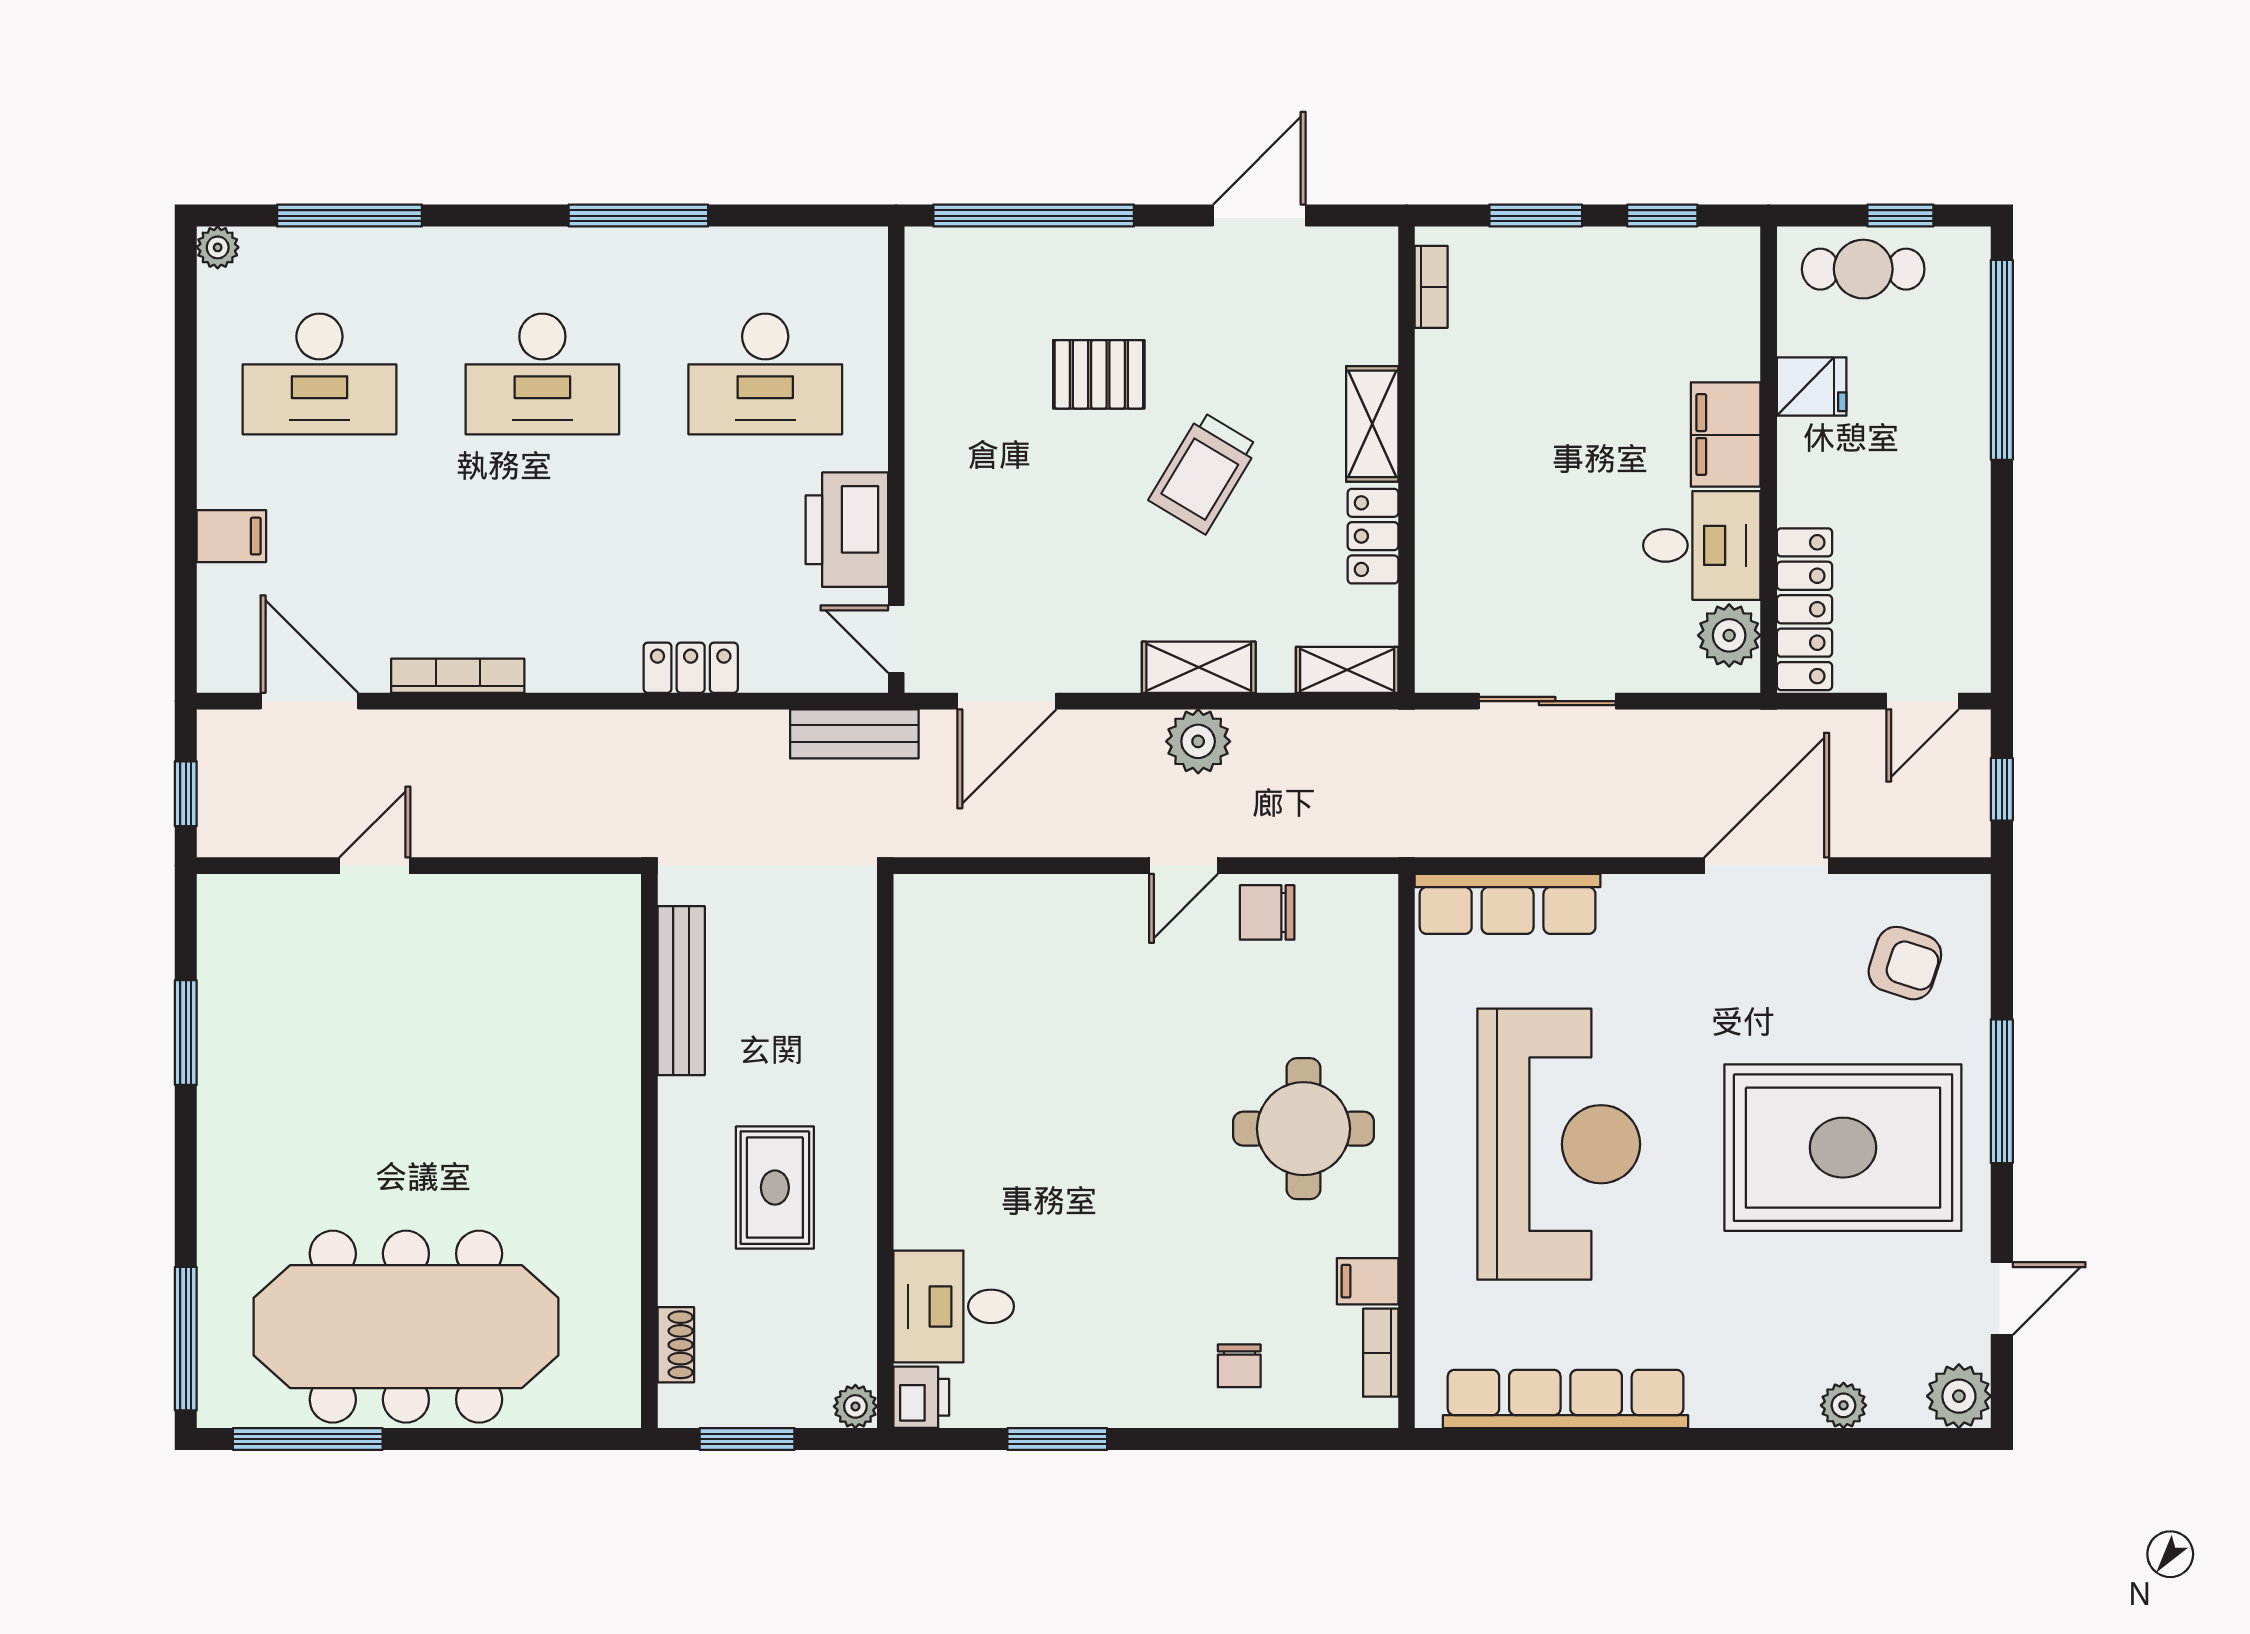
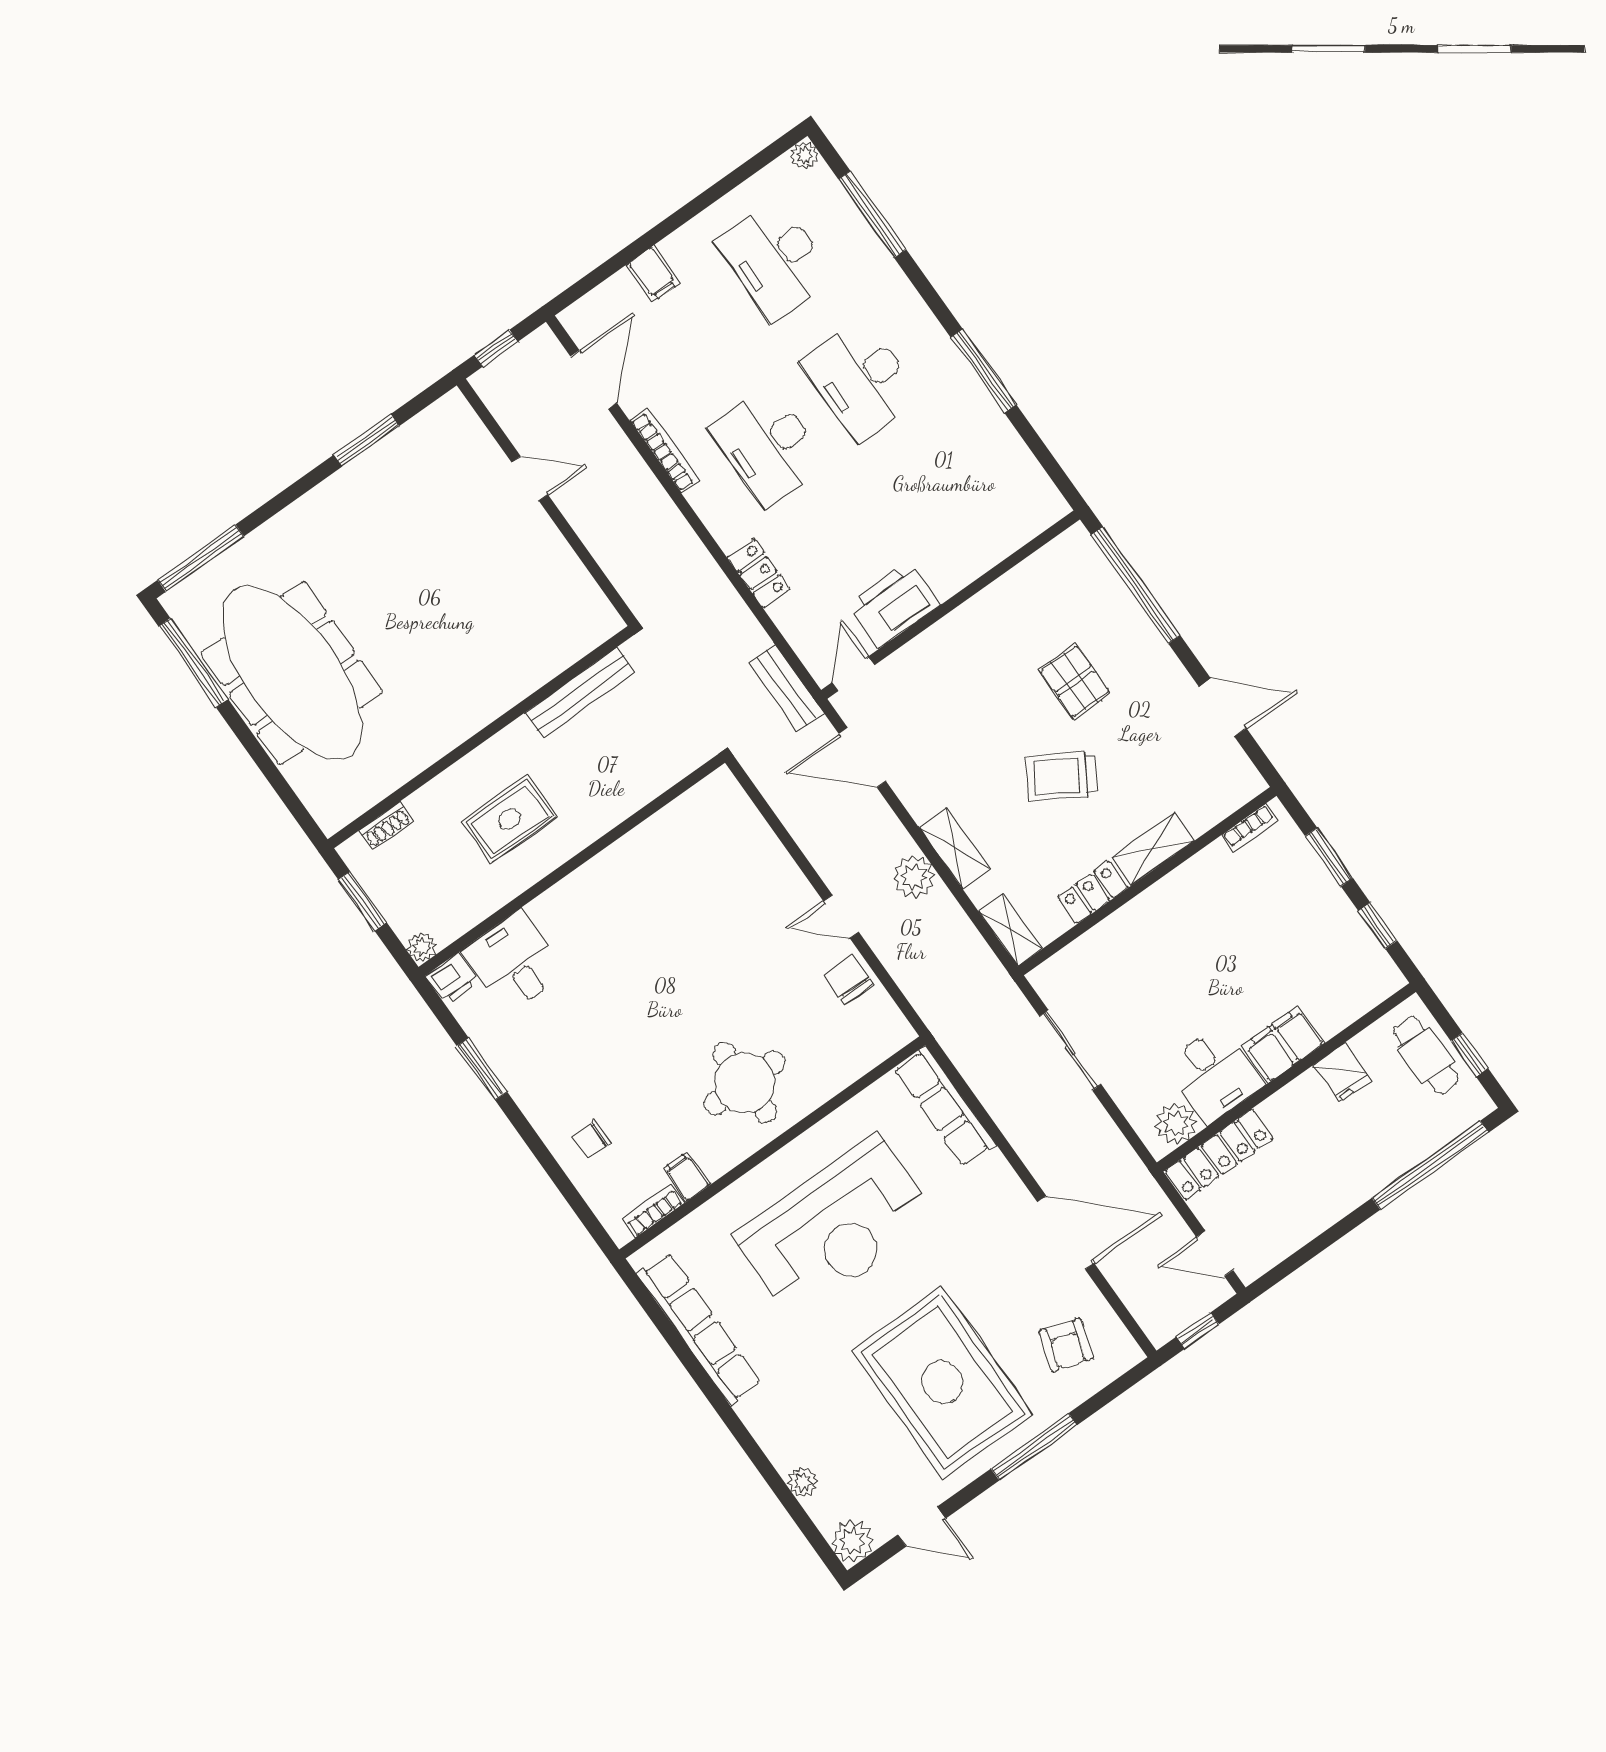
desk: (765, 374) -> (768, 446), moved

